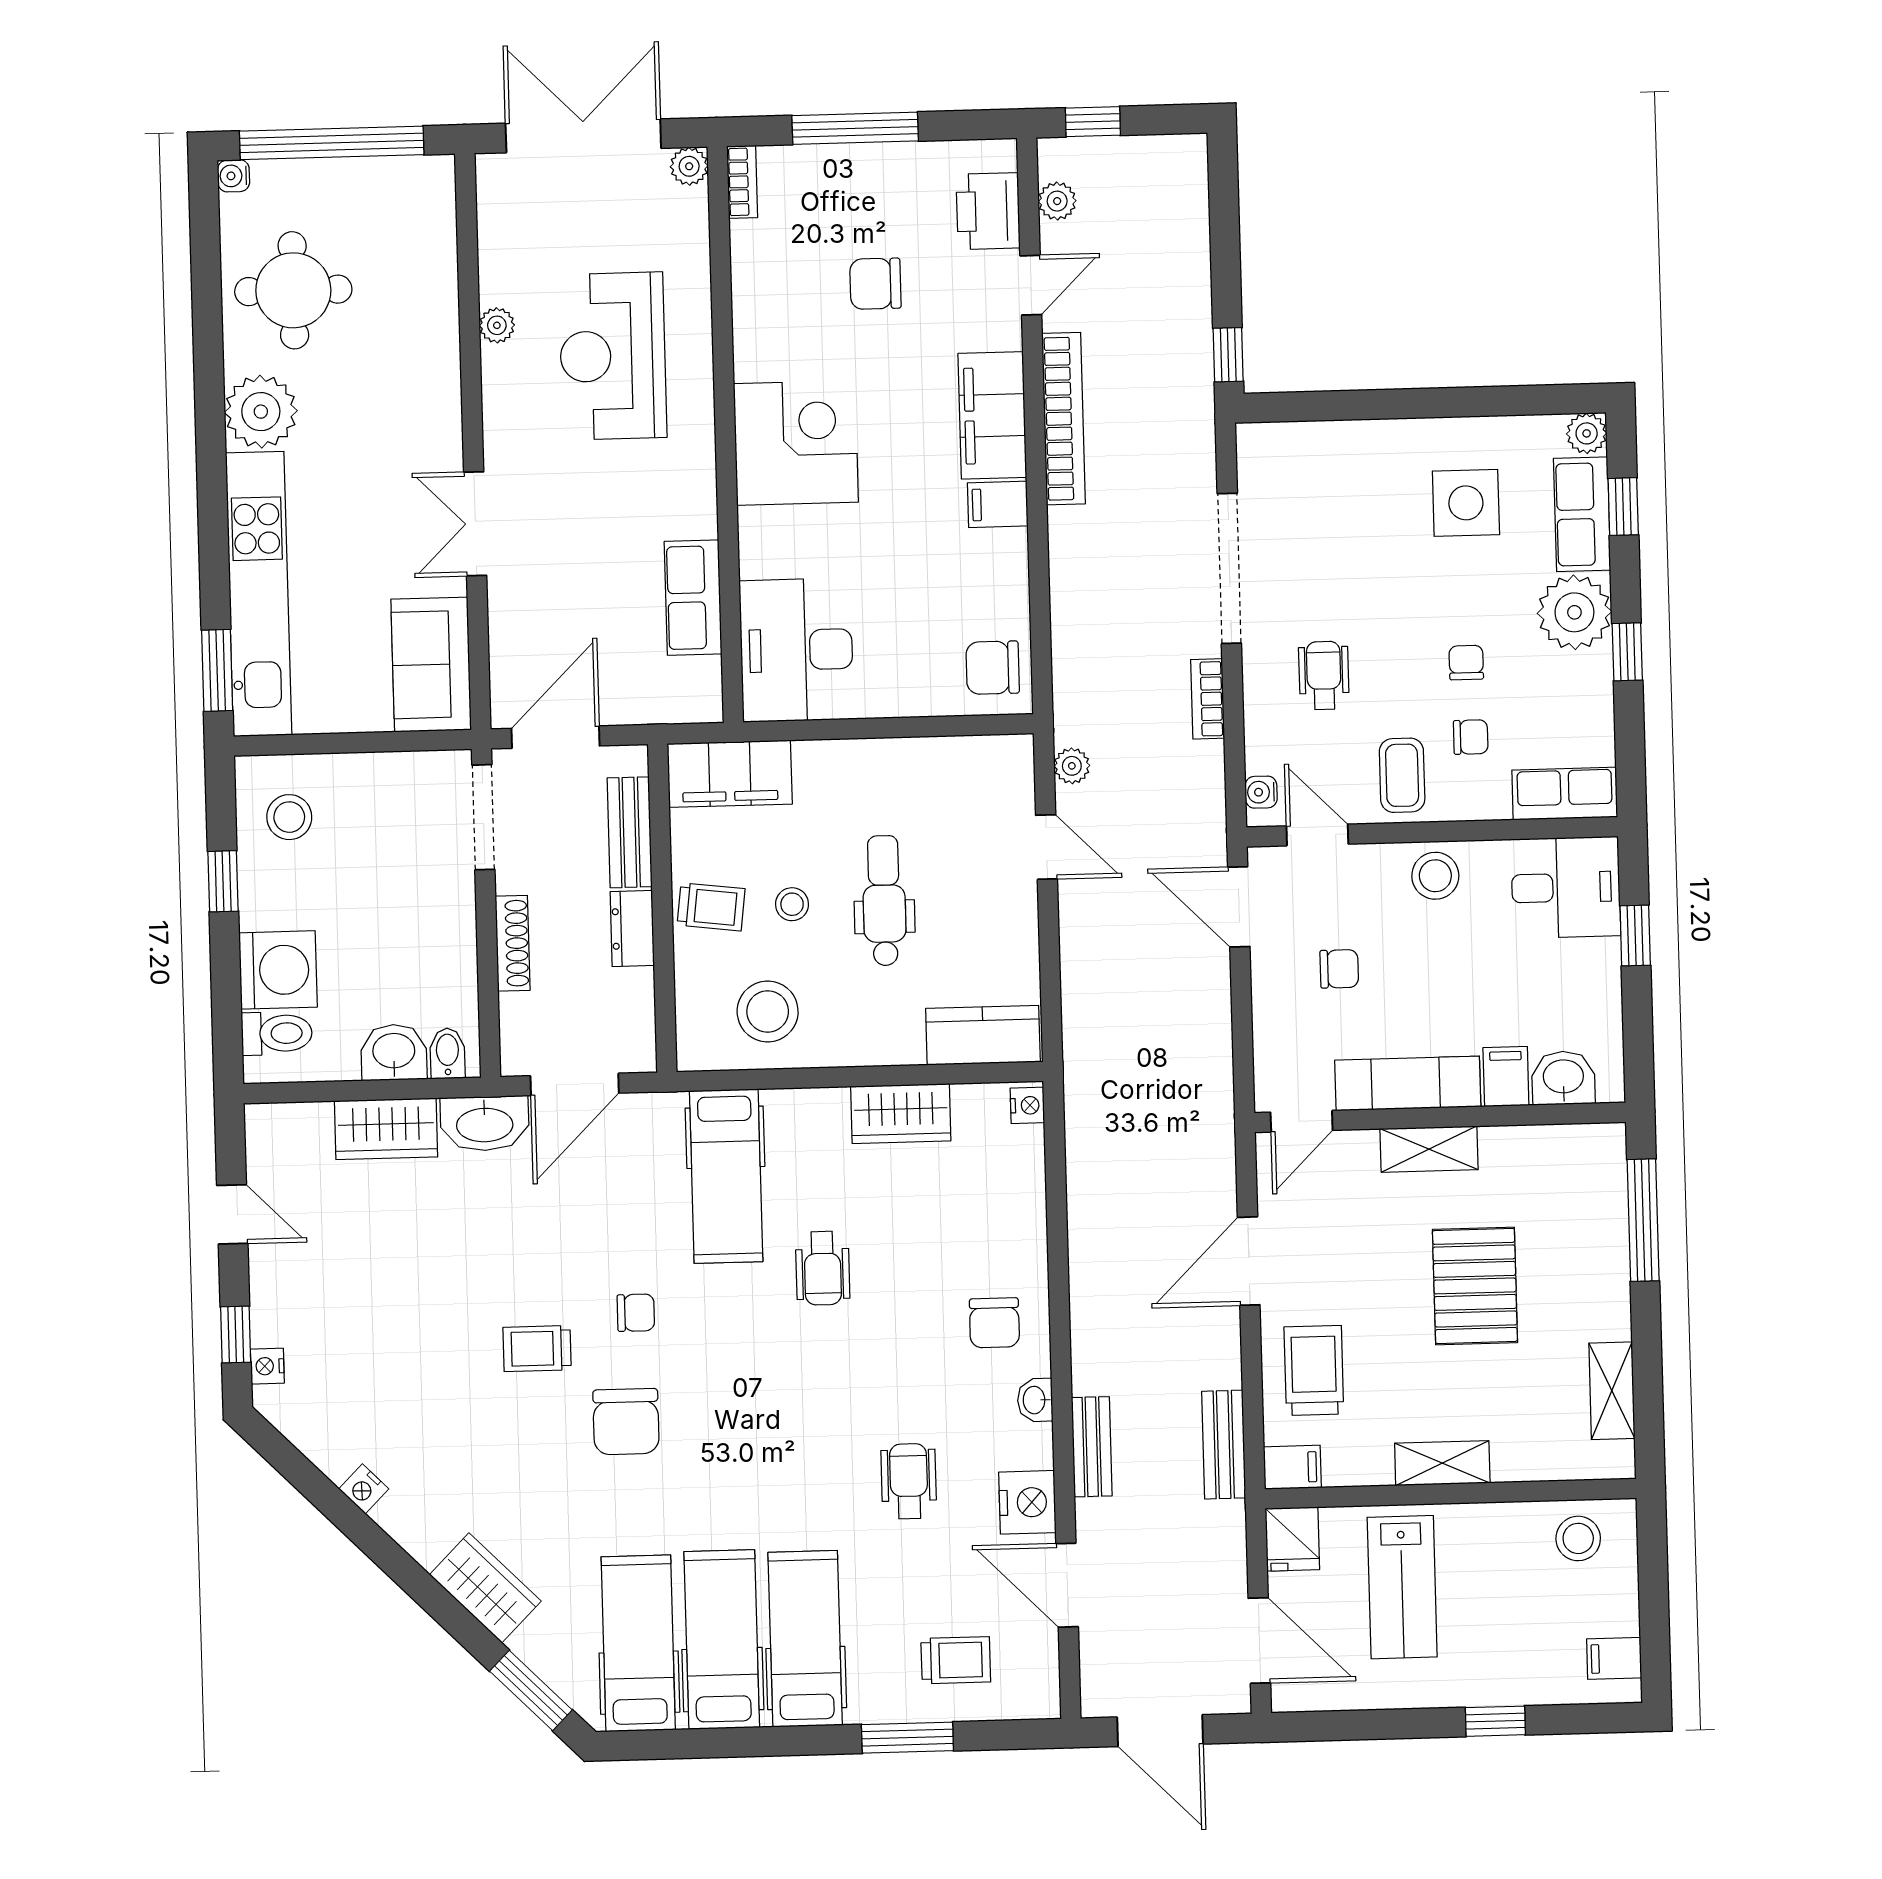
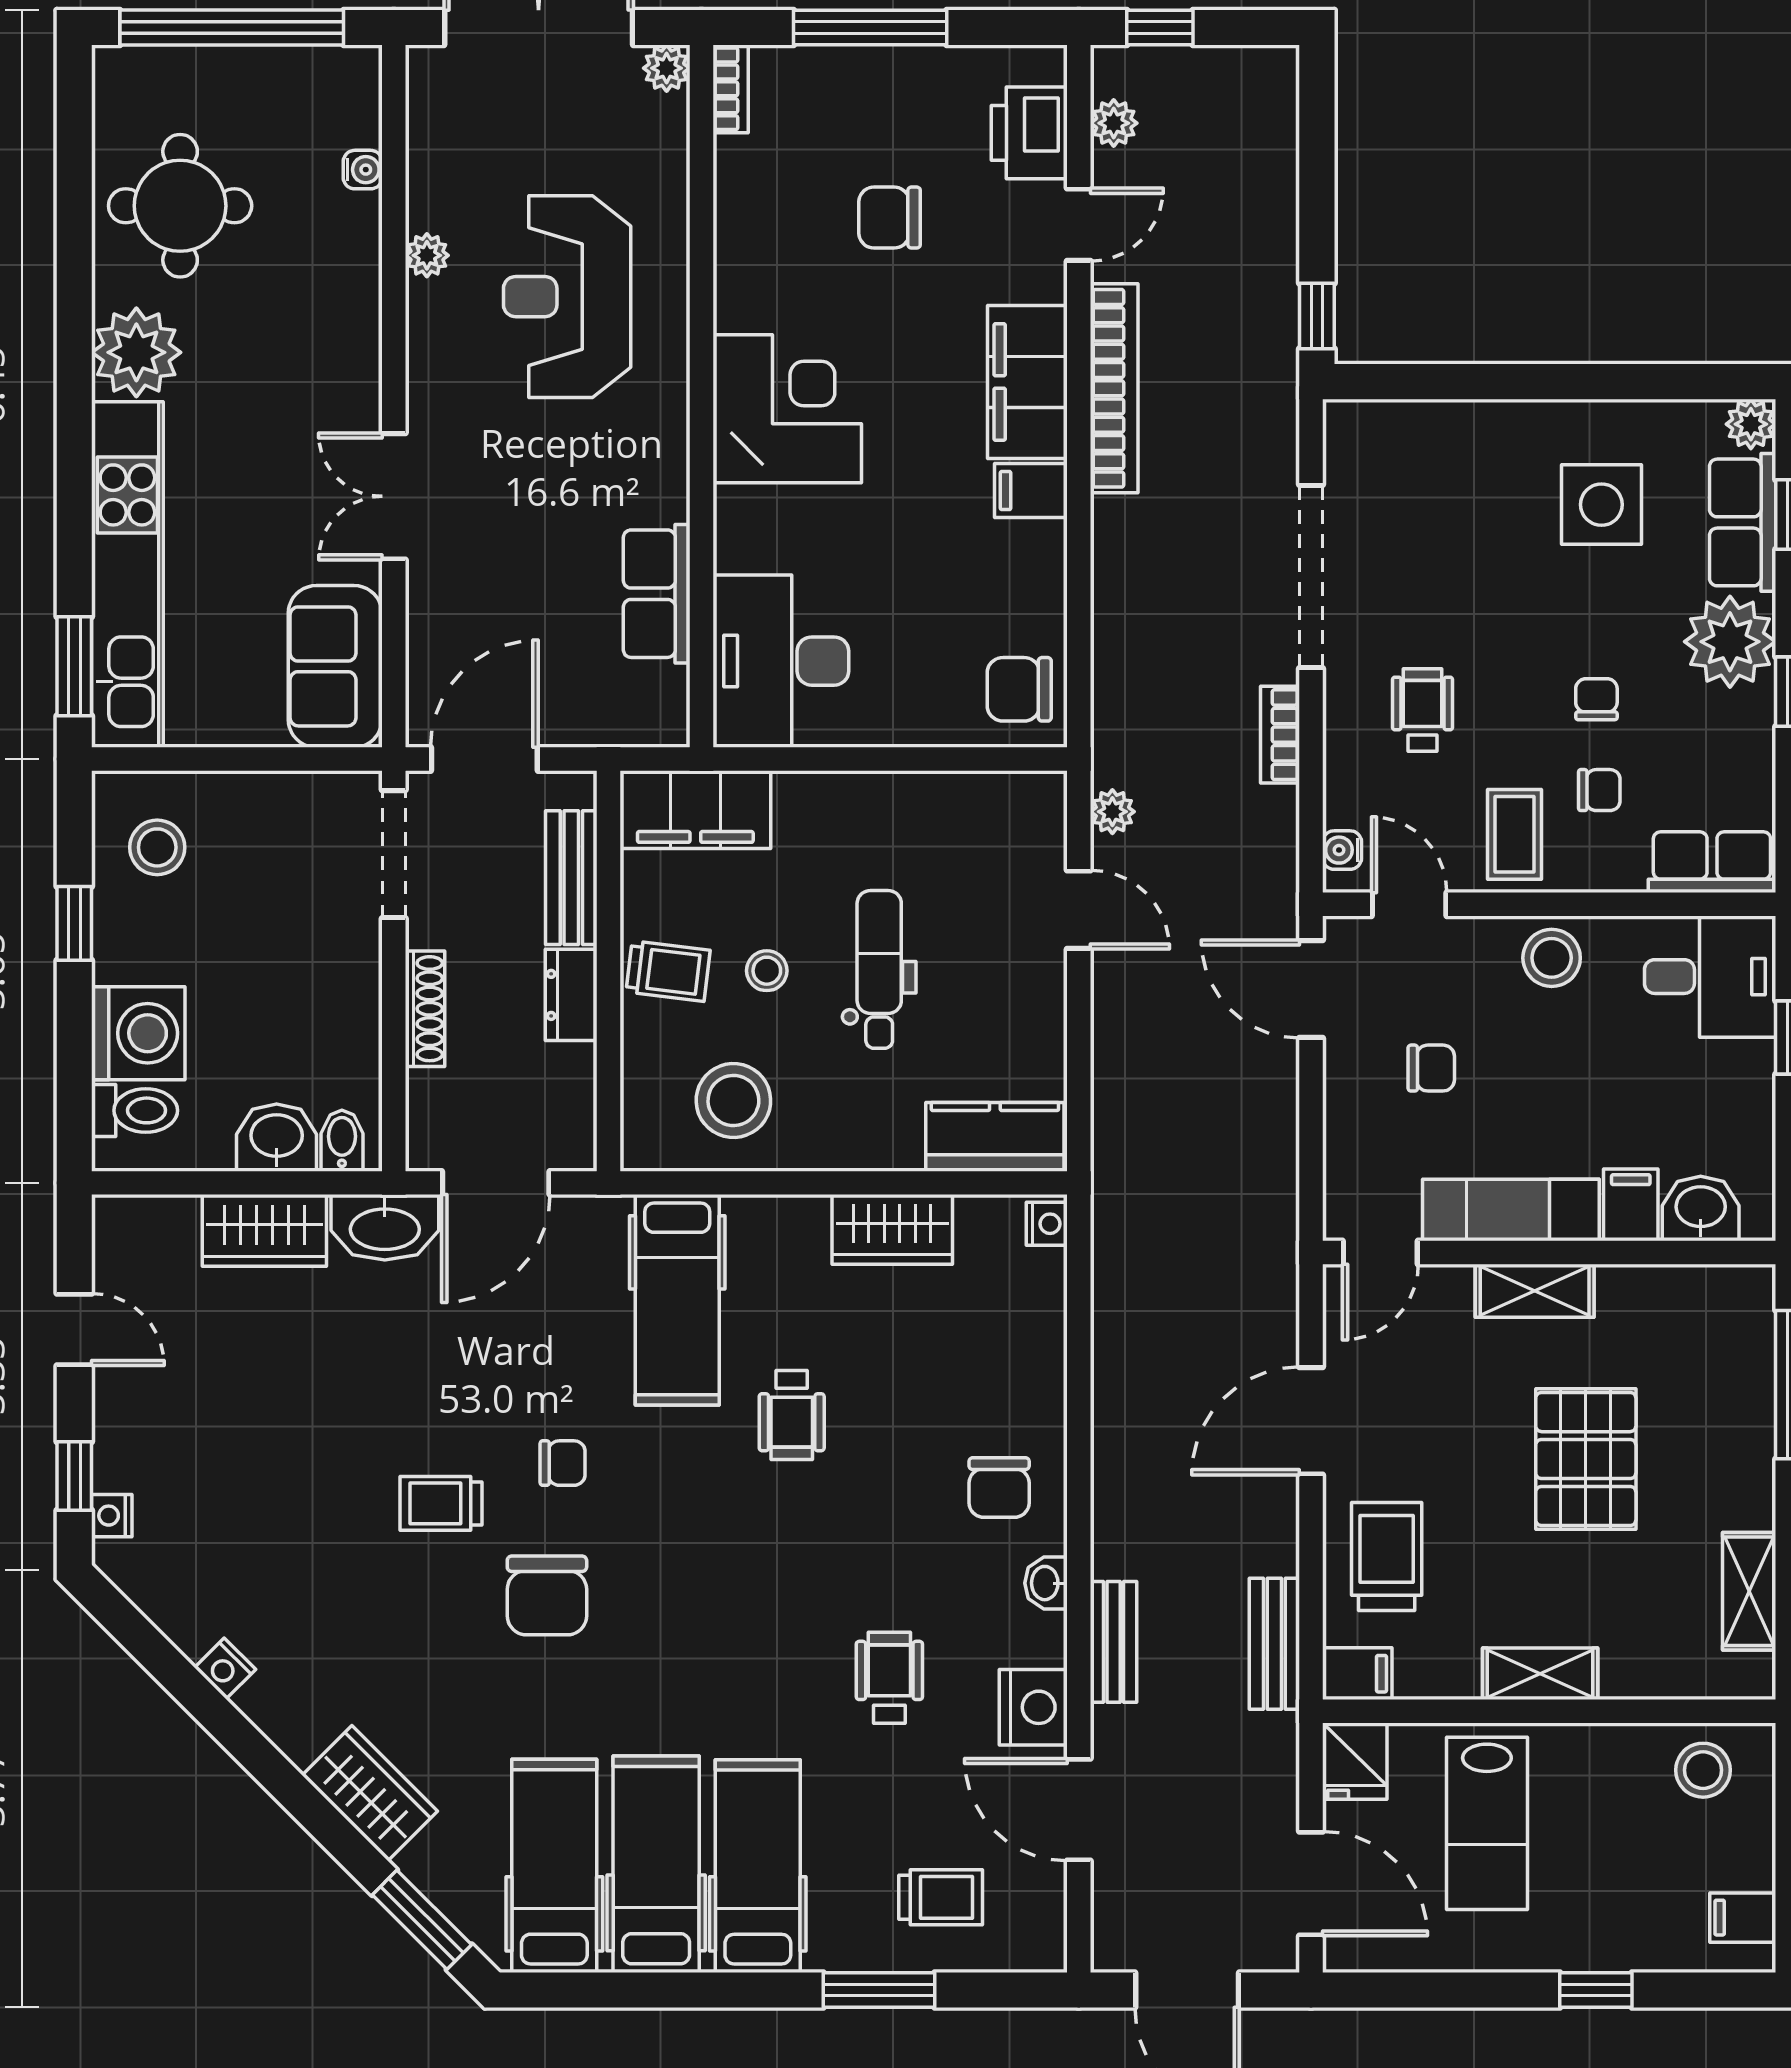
water cooler: (234, 176) -> (363, 170), moved, turned 180

